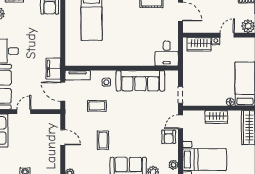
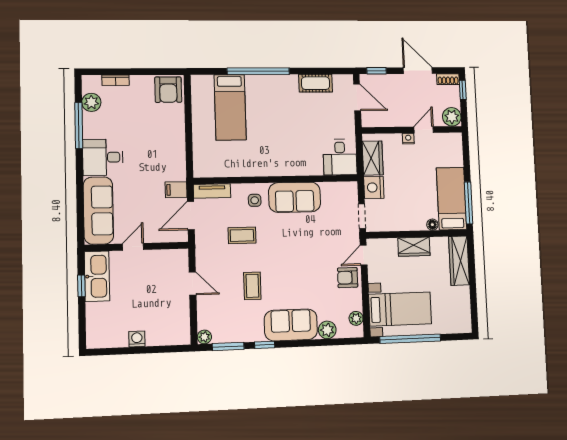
wardrobe: (199, 44) -> (373, 158), moved, turned -90
filing cabinet: (53, 68) -> (176, 190), width x0.50
nightstand: (190, 75) -> (374, 187), added
sofa: (140, 81) -> (295, 197), width x0.73
door: (63, 92) -> (191, 216), hinge flipped
armchair: (169, 137) -> (348, 278), turned 90

